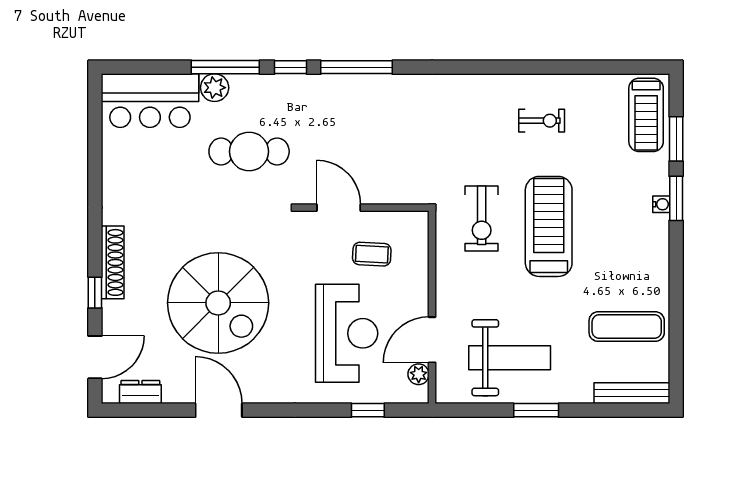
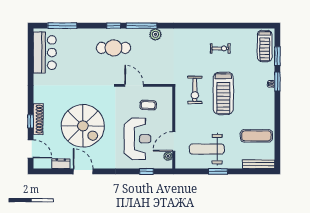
window: (225, 67) -> (62, 26), moved
plant: (215, 88) -> (155, 34), moved
bar counter: (150, 101) -> (45, 53), moved, turned -90
cafe table: (249, 151) -> (113, 48), moved
treadmill: (549, 226) -> (223, 93), turned 180
shoe rack: (113, 262) -> (38, 119), moved
door: (95, 357) -> (31, 149), hinge flipped
weight bench: (510, 358) -> (207, 149), turned 180
dresser: (140, 392) -> (61, 164), moved

